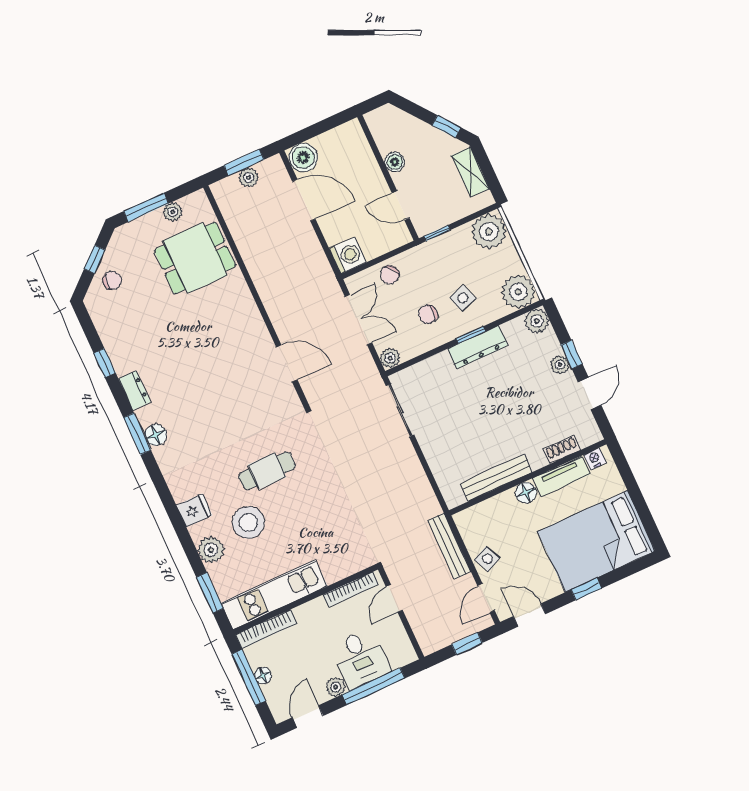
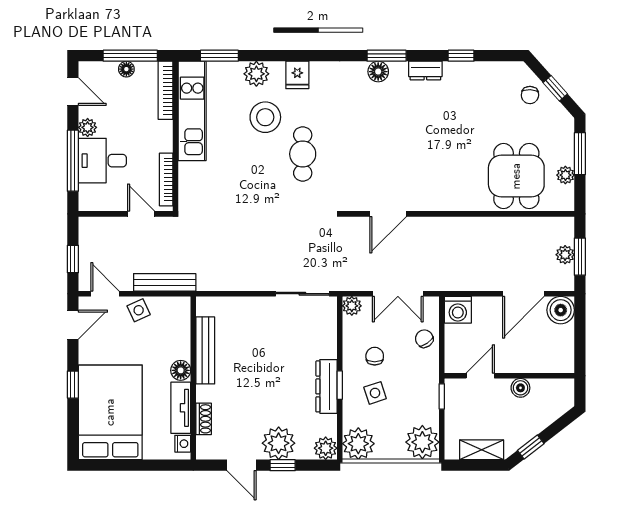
plant: (560, 365) -> (279, 443), width x1.88, depth x1.88

